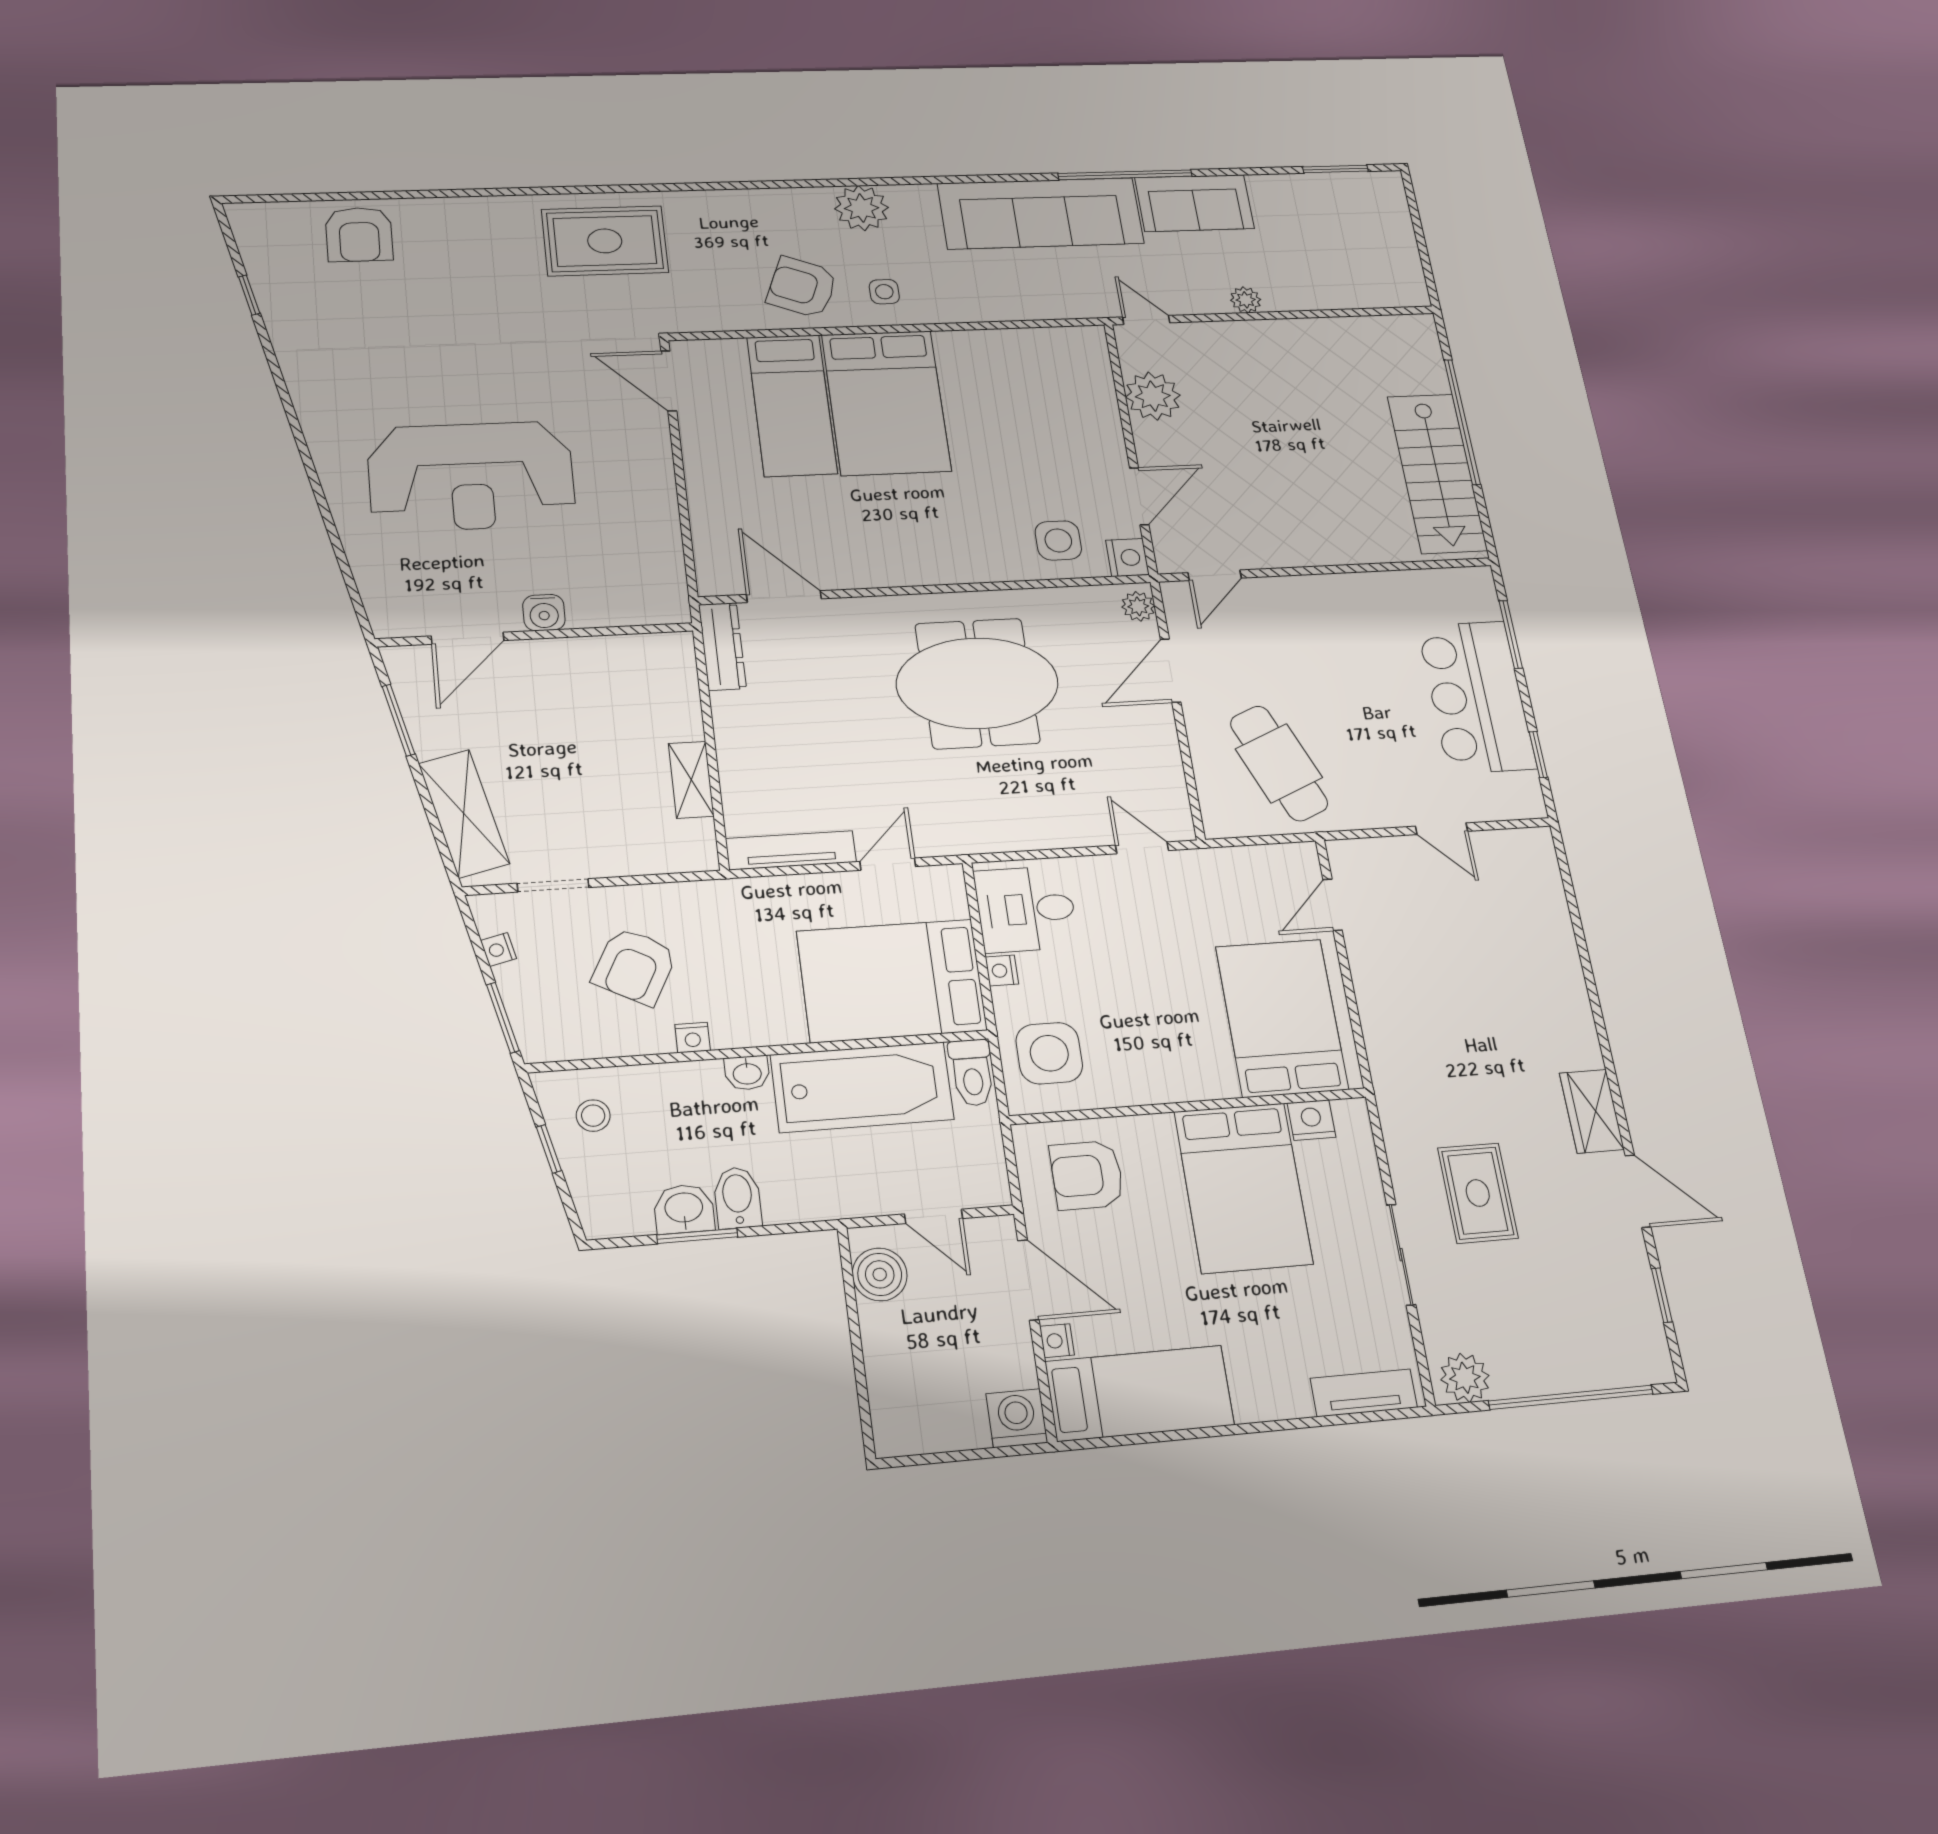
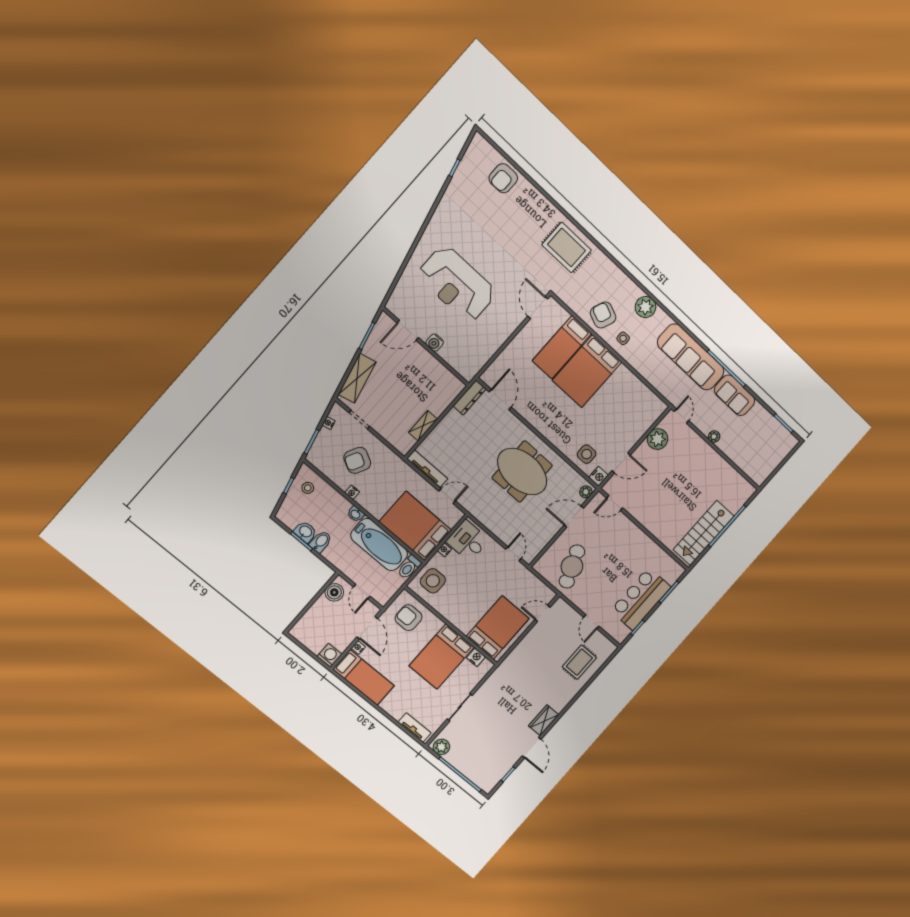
rug: (1478, 1193) -> (579, 662), moved

